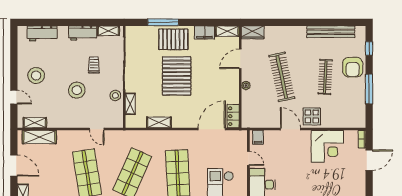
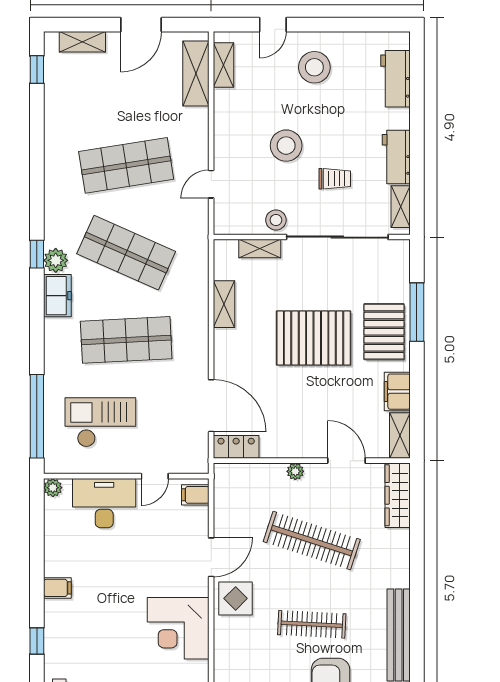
wardrobe: (253, 32) -> (398, 495), width x1.50
clothes rail: (282, 77) -> (312, 541), turned 30

